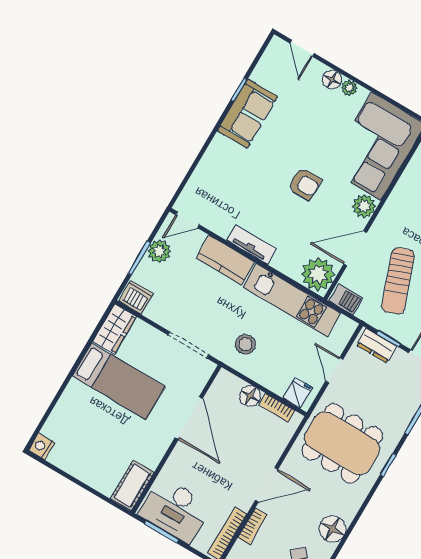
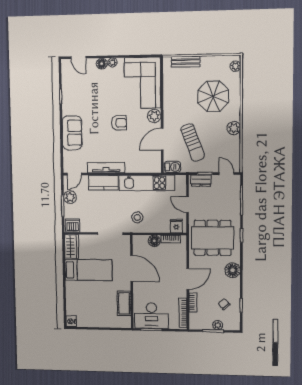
sofa: (248, 114) -> (72, 133), moved
tv unit: (252, 245) -> (106, 168), width x1.41
plant: (318, 274) -> (152, 163), removed
cot: (132, 485) -> (124, 303), moved
floor lamp: (332, 529) -> (233, 270), moved

